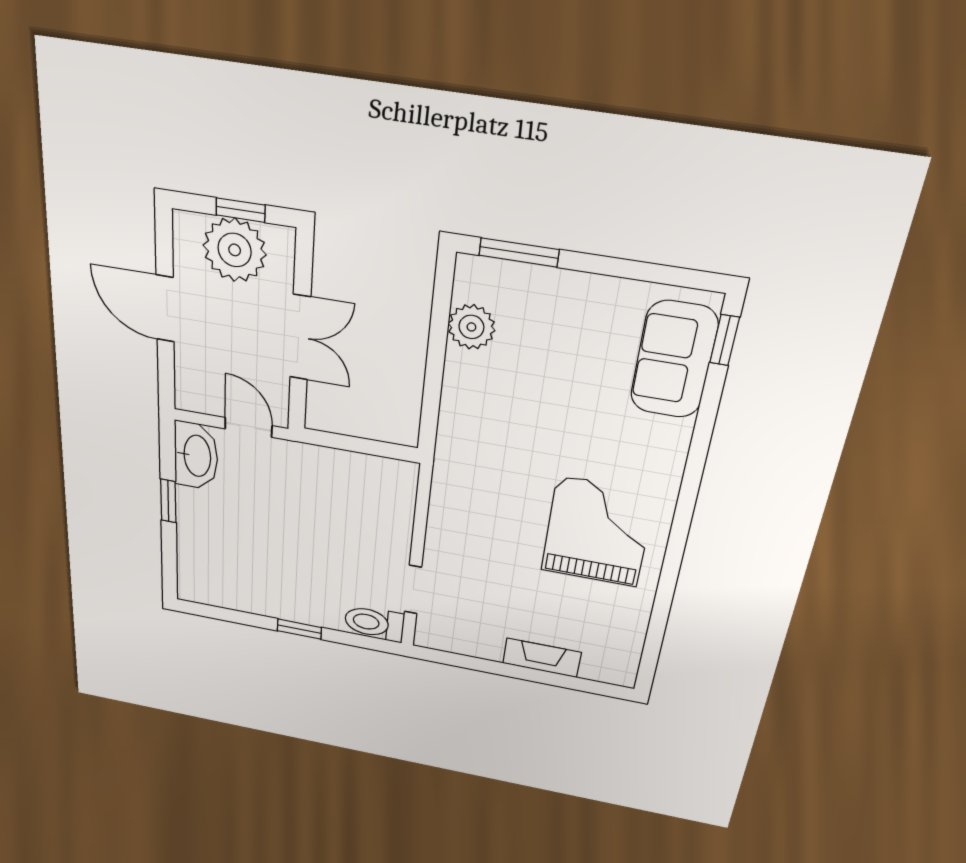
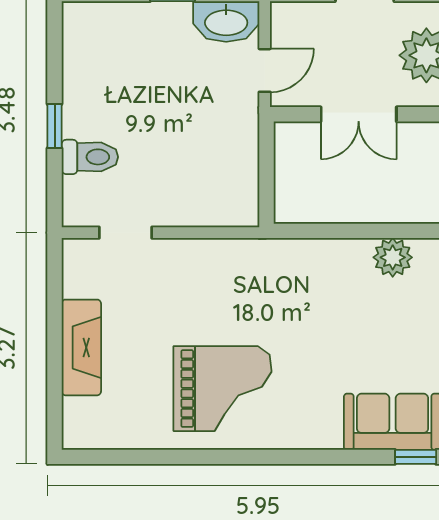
toilet: (374, 623) -> (90, 157), moved, turned 90
fireplace: (542, 658) -> (81, 347), width x1.37, depth x1.32

